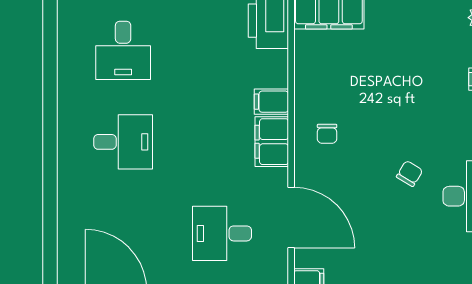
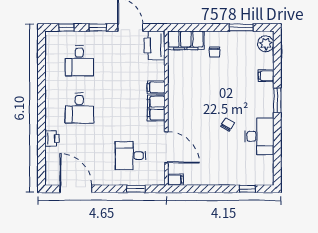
chair: (327, 134) -> (214, 52), moved
desk: (123, 142) -> (79, 108), turned 90
printer: (70, 201) -> (52, 139), added

